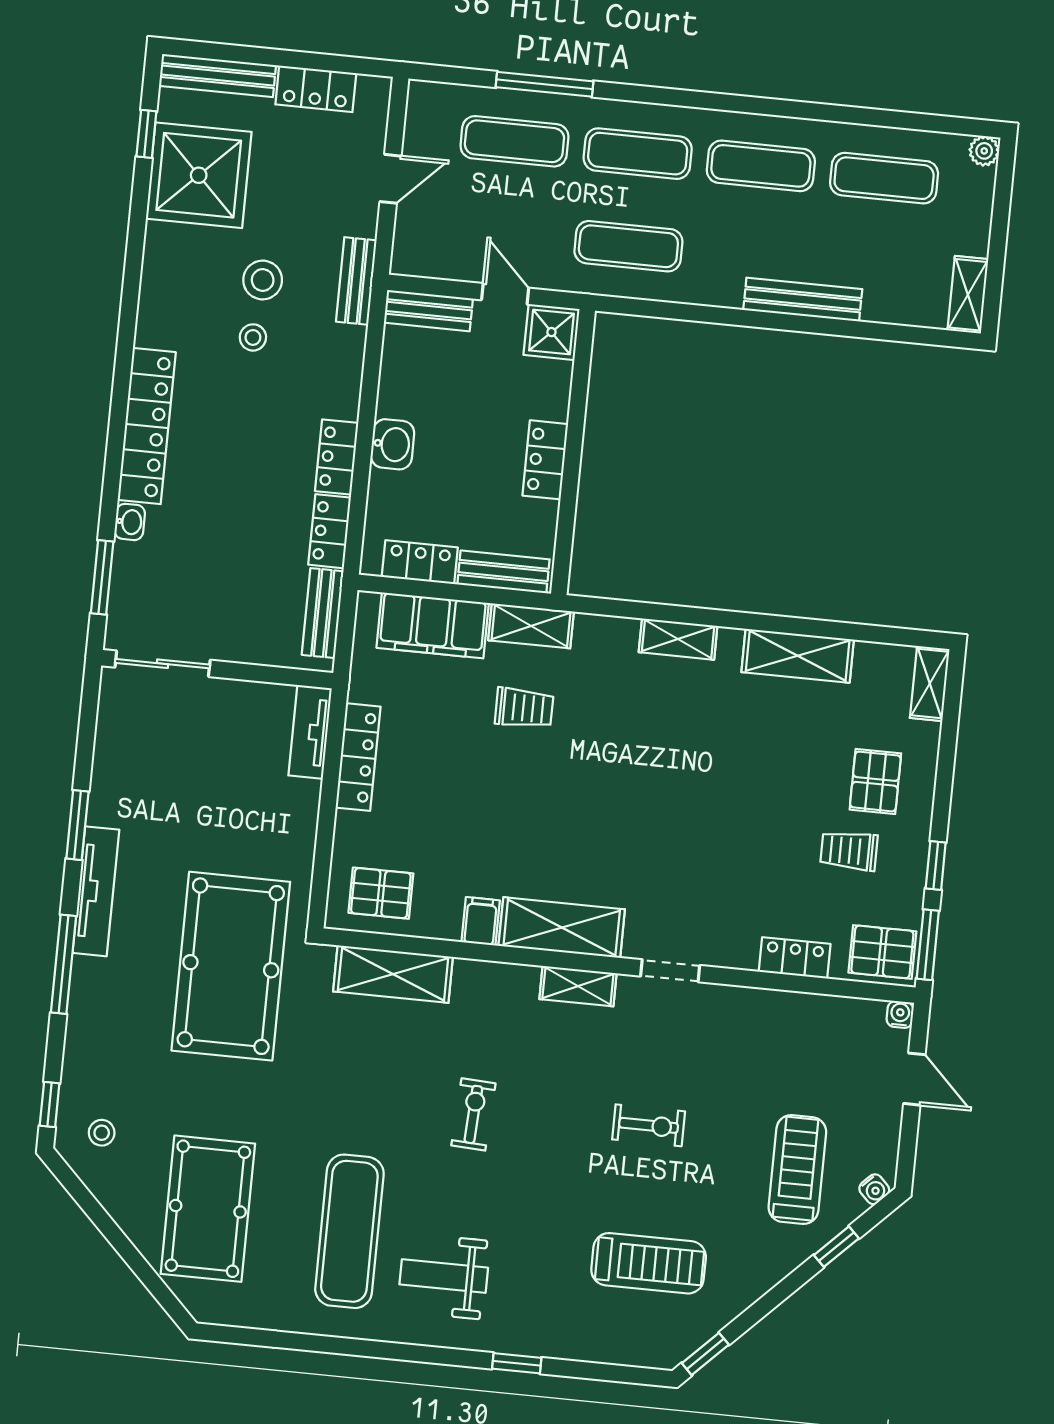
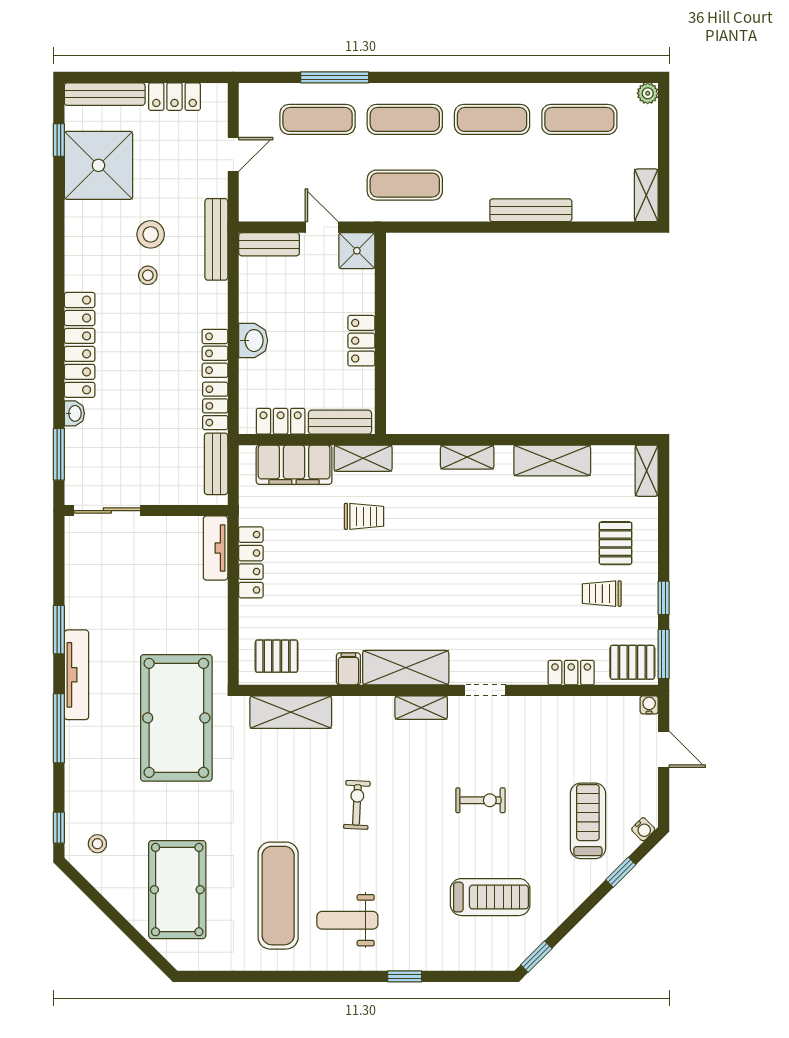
bench: (356, 281) -> (216, 239), width x1.36

